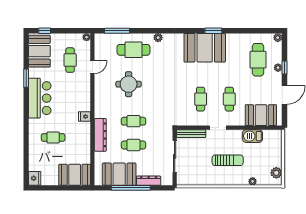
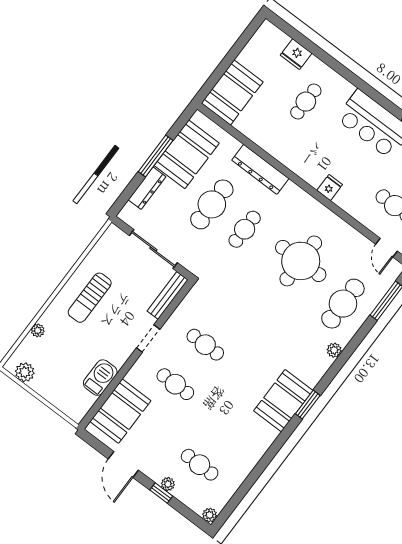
window: (213, 31) -> (308, 405), moved
booth: (205, 48) -> (283, 401), width x0.73, depth x0.70
cafe table: (258, 60) -> (200, 465), width x0.73, depth x0.74
door: (92, 67) -> (386, 248), moved
round table: (129, 84) -> (301, 261), width x1.36, depth x1.36
fridge: (85, 116) -> (330, 187), moved
cafe table: (133, 145) -> (212, 204), width x1.37, depth x1.35
sun lounger: (228, 160) -> (90, 298), moved
fridge: (35, 178) -> (296, 54), moved
window: (131, 188) -> (156, 156), width x0.68

